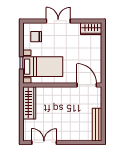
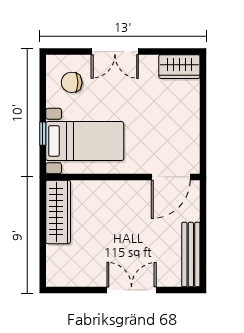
double door: (58, 21) -> (115, 52), swing flipped
door: (87, 85) -> (171, 177), swing flipped
double door: (44, 143) -> (132, 290), moved

